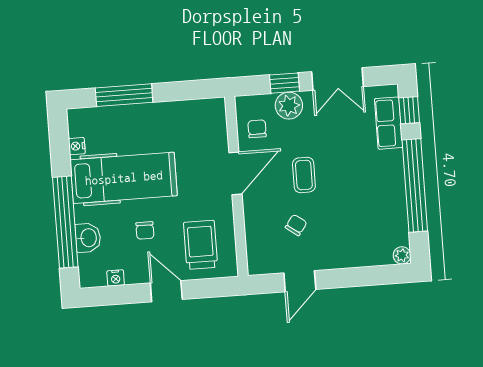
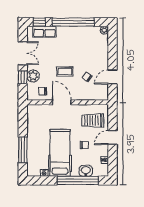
door: (300, 281) -> (112, 77), swing flipped

